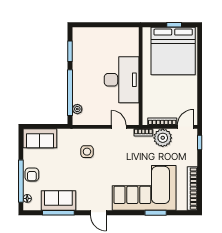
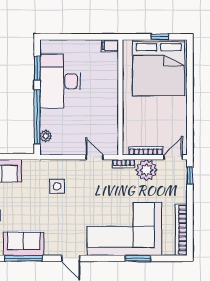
filing cabinet: (132, 32) -> (110, 46), added
desk: (122, 80) -> (60, 81), moved, turned 180

